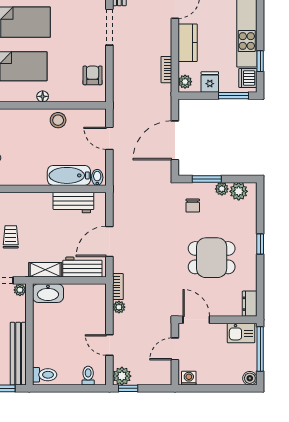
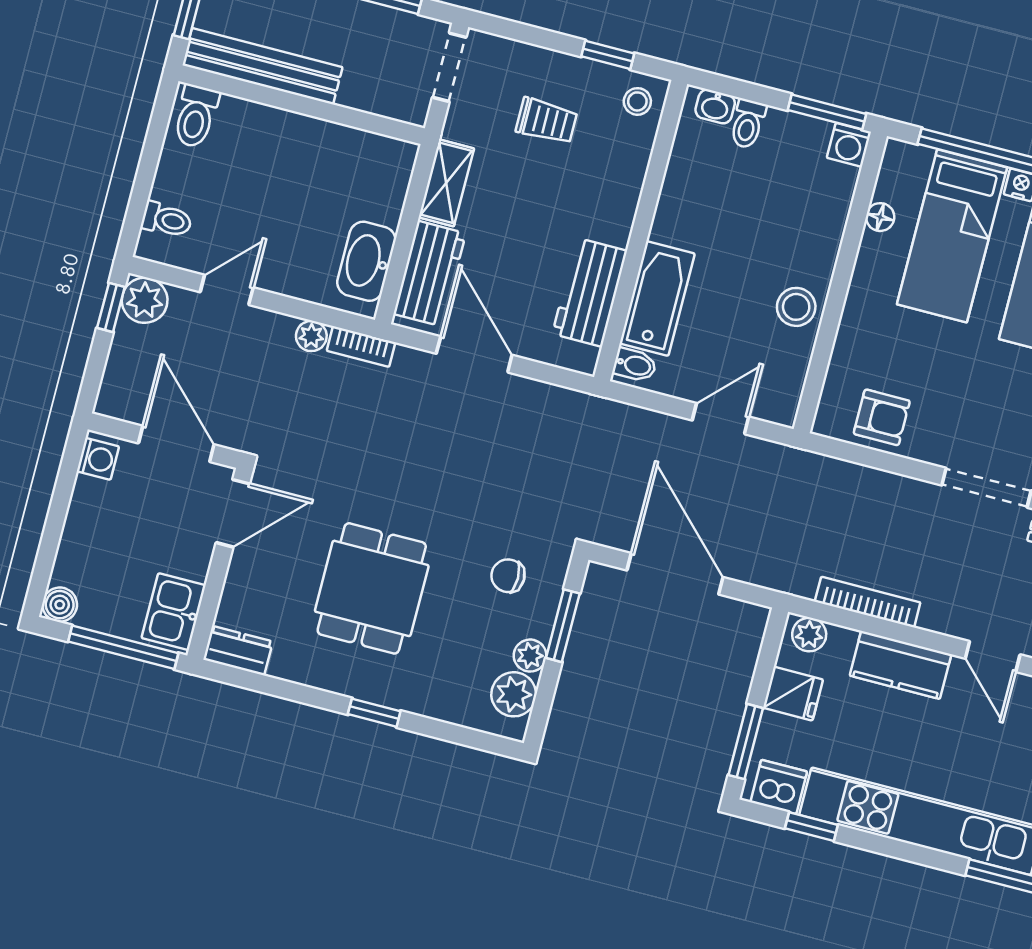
bookcase: (166, 70) -> (868, 602), width x1.56
floor lamp: (43, 96) -> (880, 217), moved
plant: (20, 290) -> (414, 110), removed
washbasin: (48, 293) -> (366, 261), moved
door: (175, 349) -> (176, 444), width x1.37

